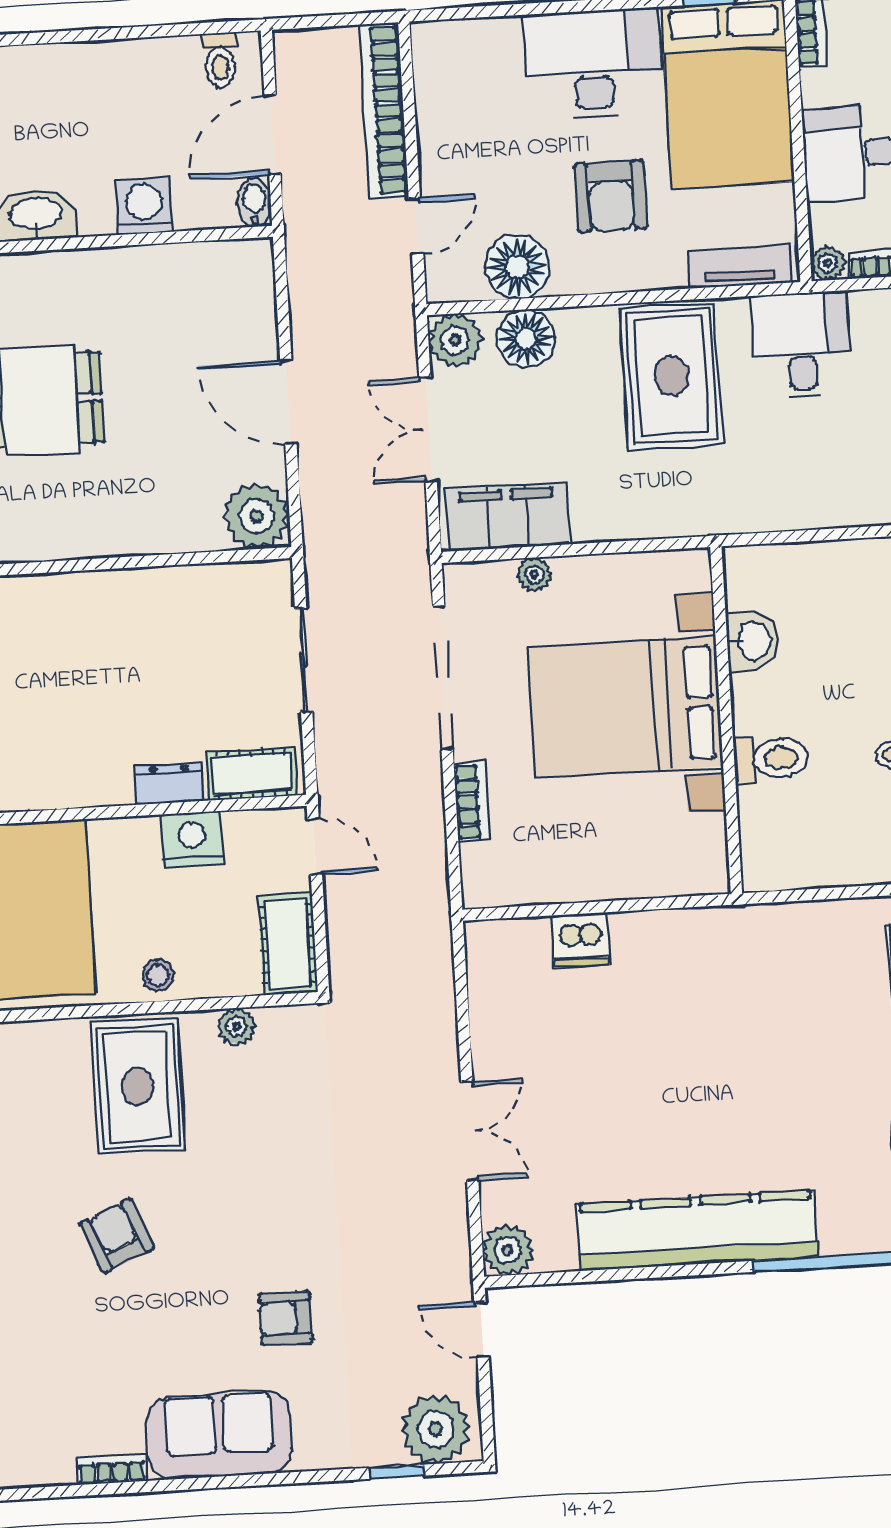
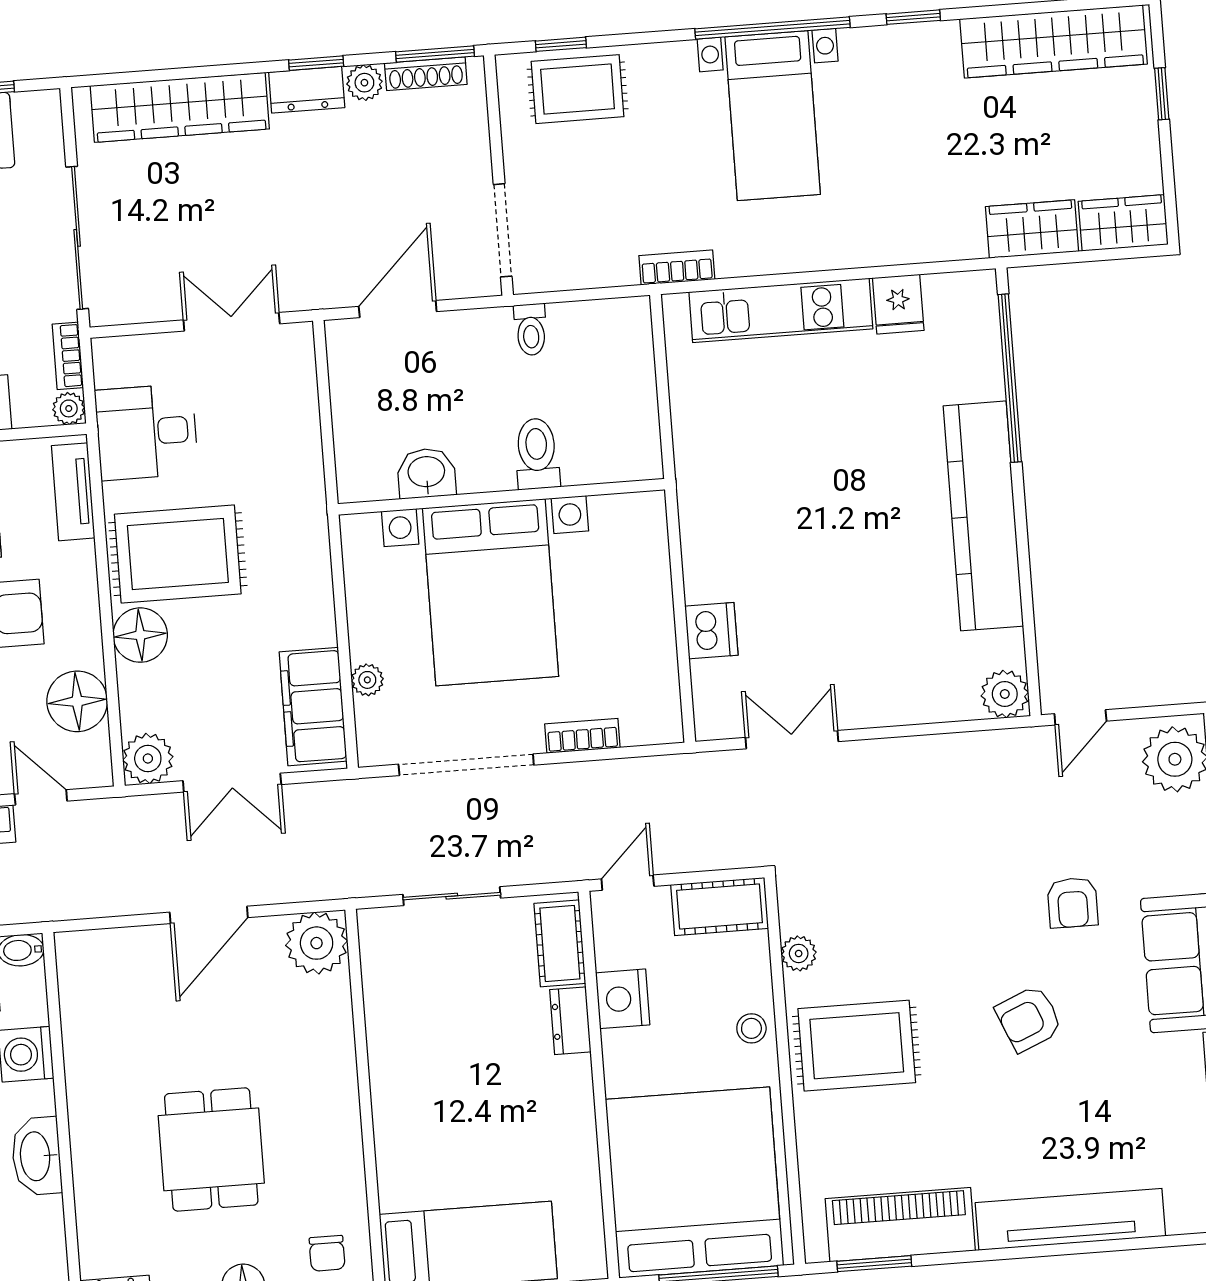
floor lamp: (526, 338) -> (140, 635), moved
double door: (470, 1131) -> (792, 740), moved
armchair: (117, 1236) -> (1029, 1019), moved

